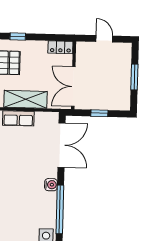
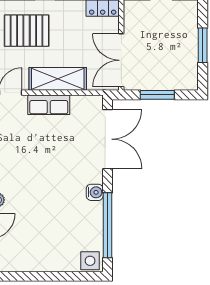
window: (99, 113) -> (157, 95), width x1.50

